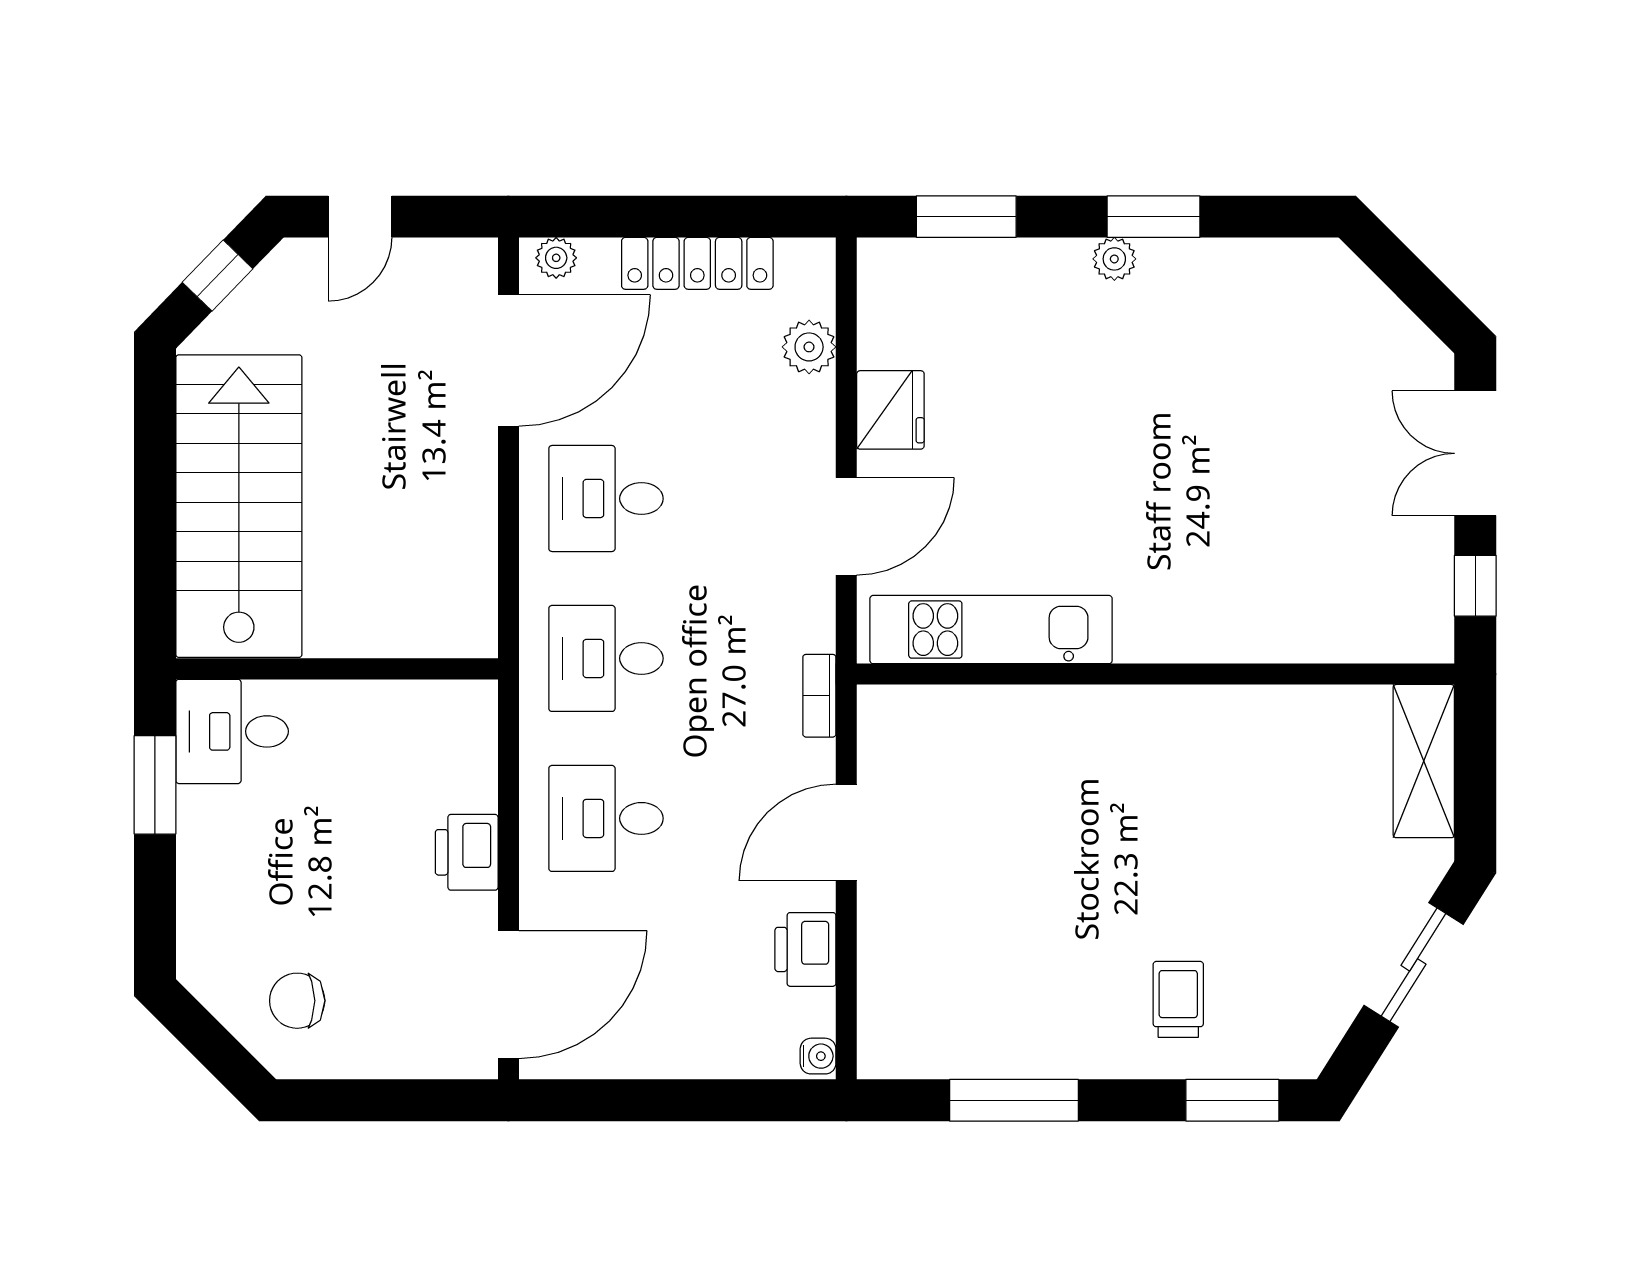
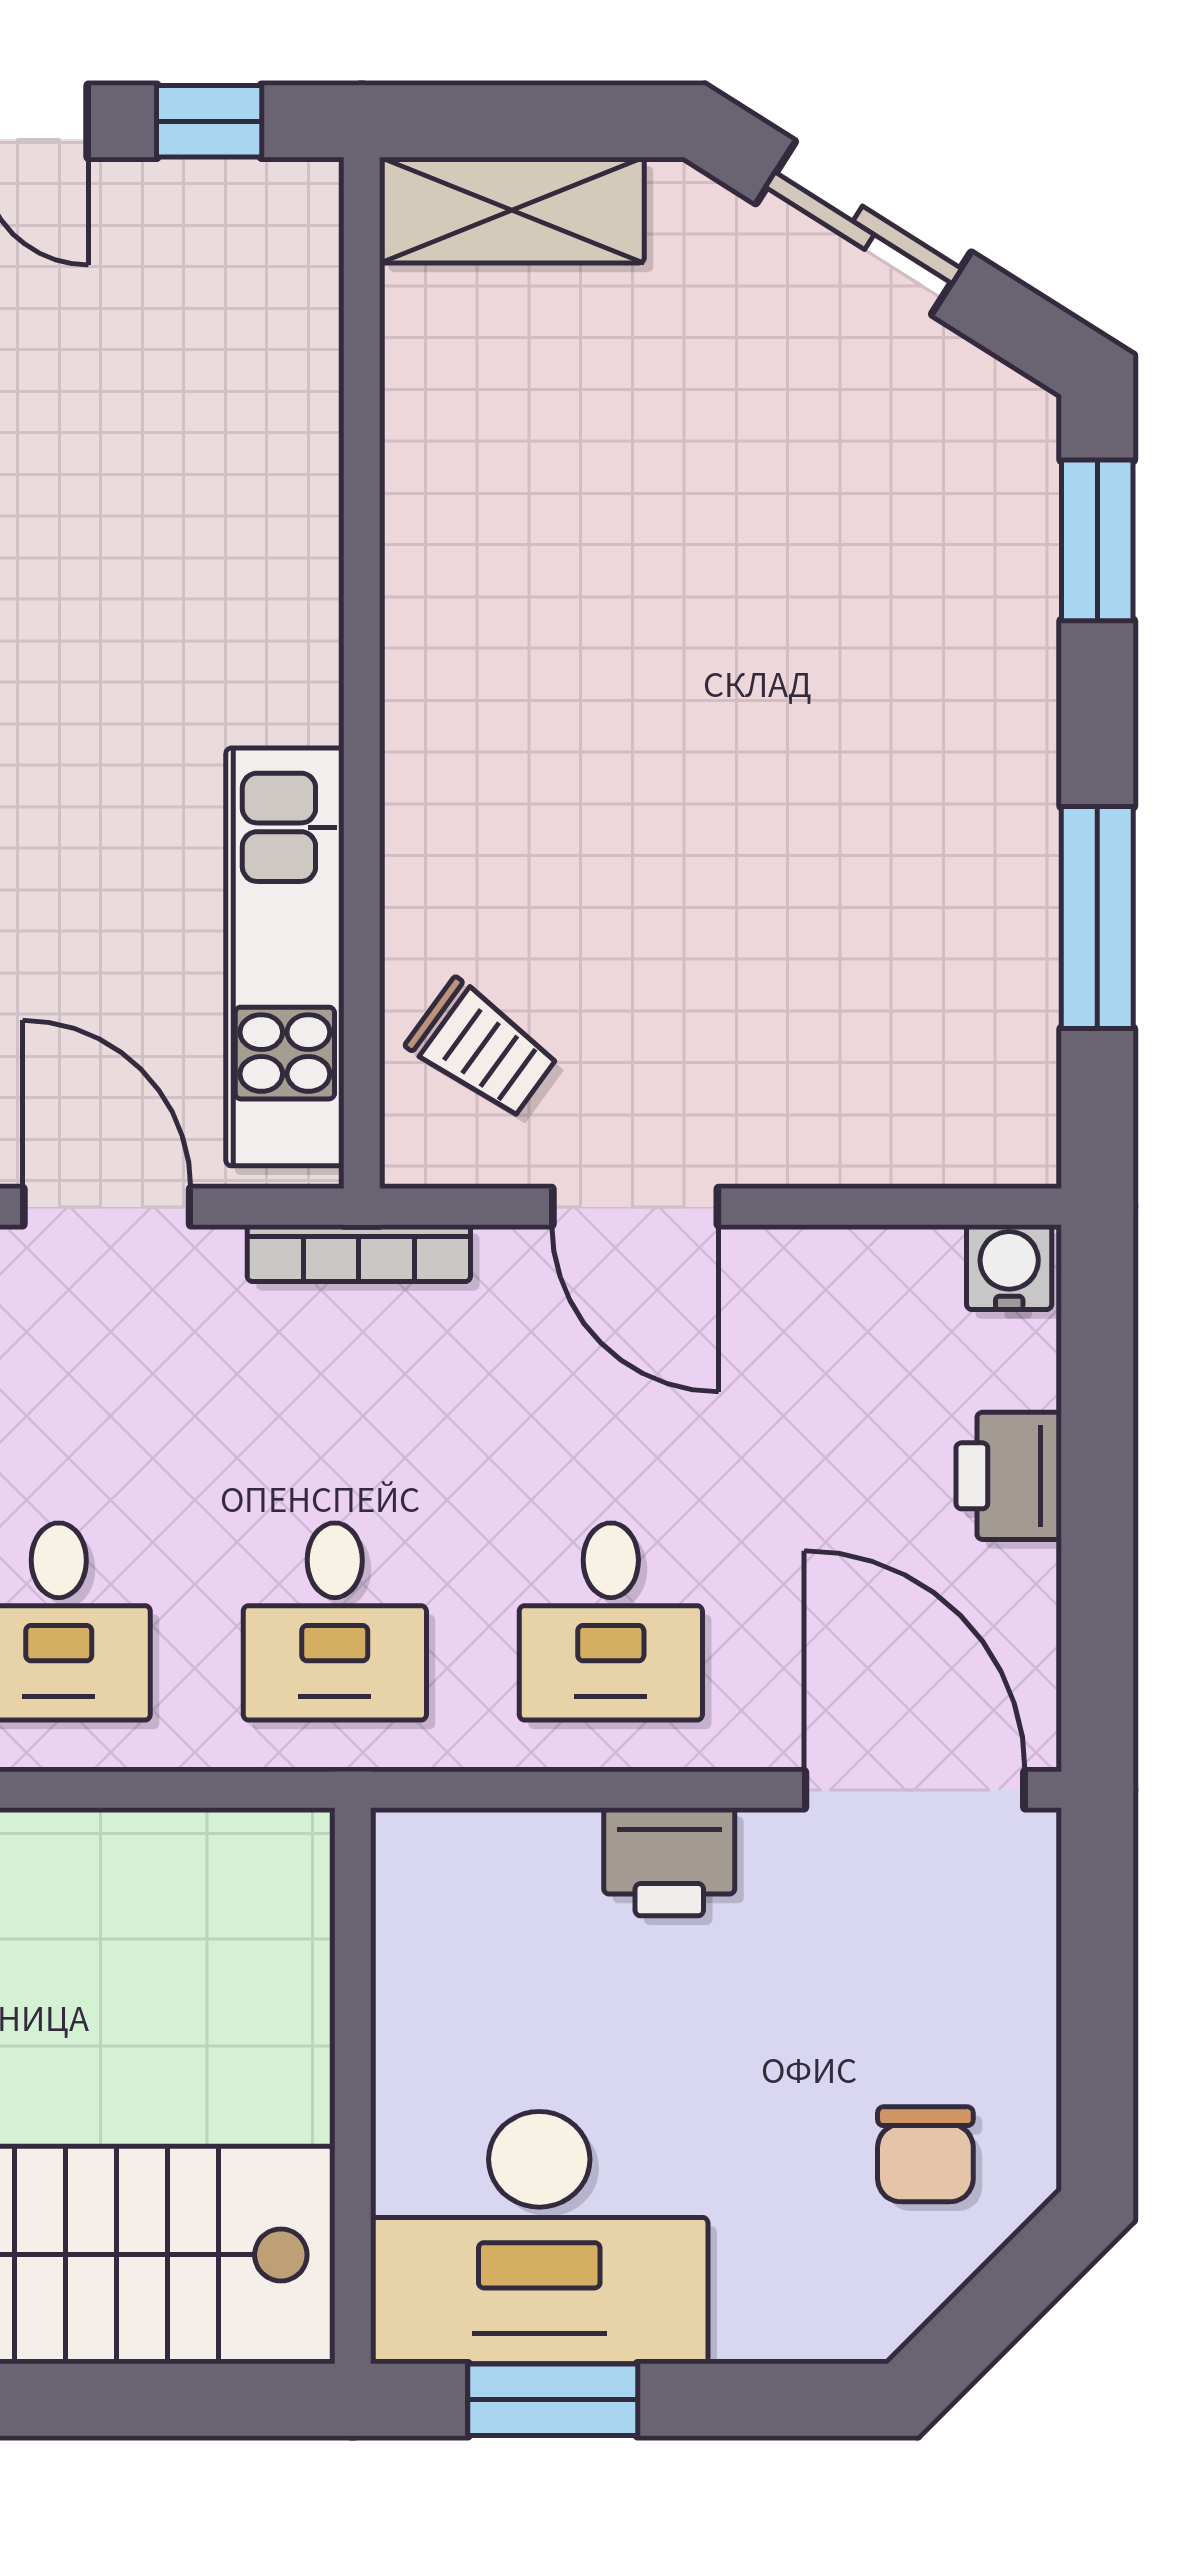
bookcase: (819, 696) -> (359, 1253), width x1.56
desk: (232, 731) -> (539, 2238), width x1.87, depth x1.30
printer: (805, 949) -> (1009, 1476), moved, turned 90
trolley: (1178, 999) -> (483, 1049), moved, turned -144
water cooler: (818, 1056) -> (1009, 1267), width x1.38, depth x1.38

